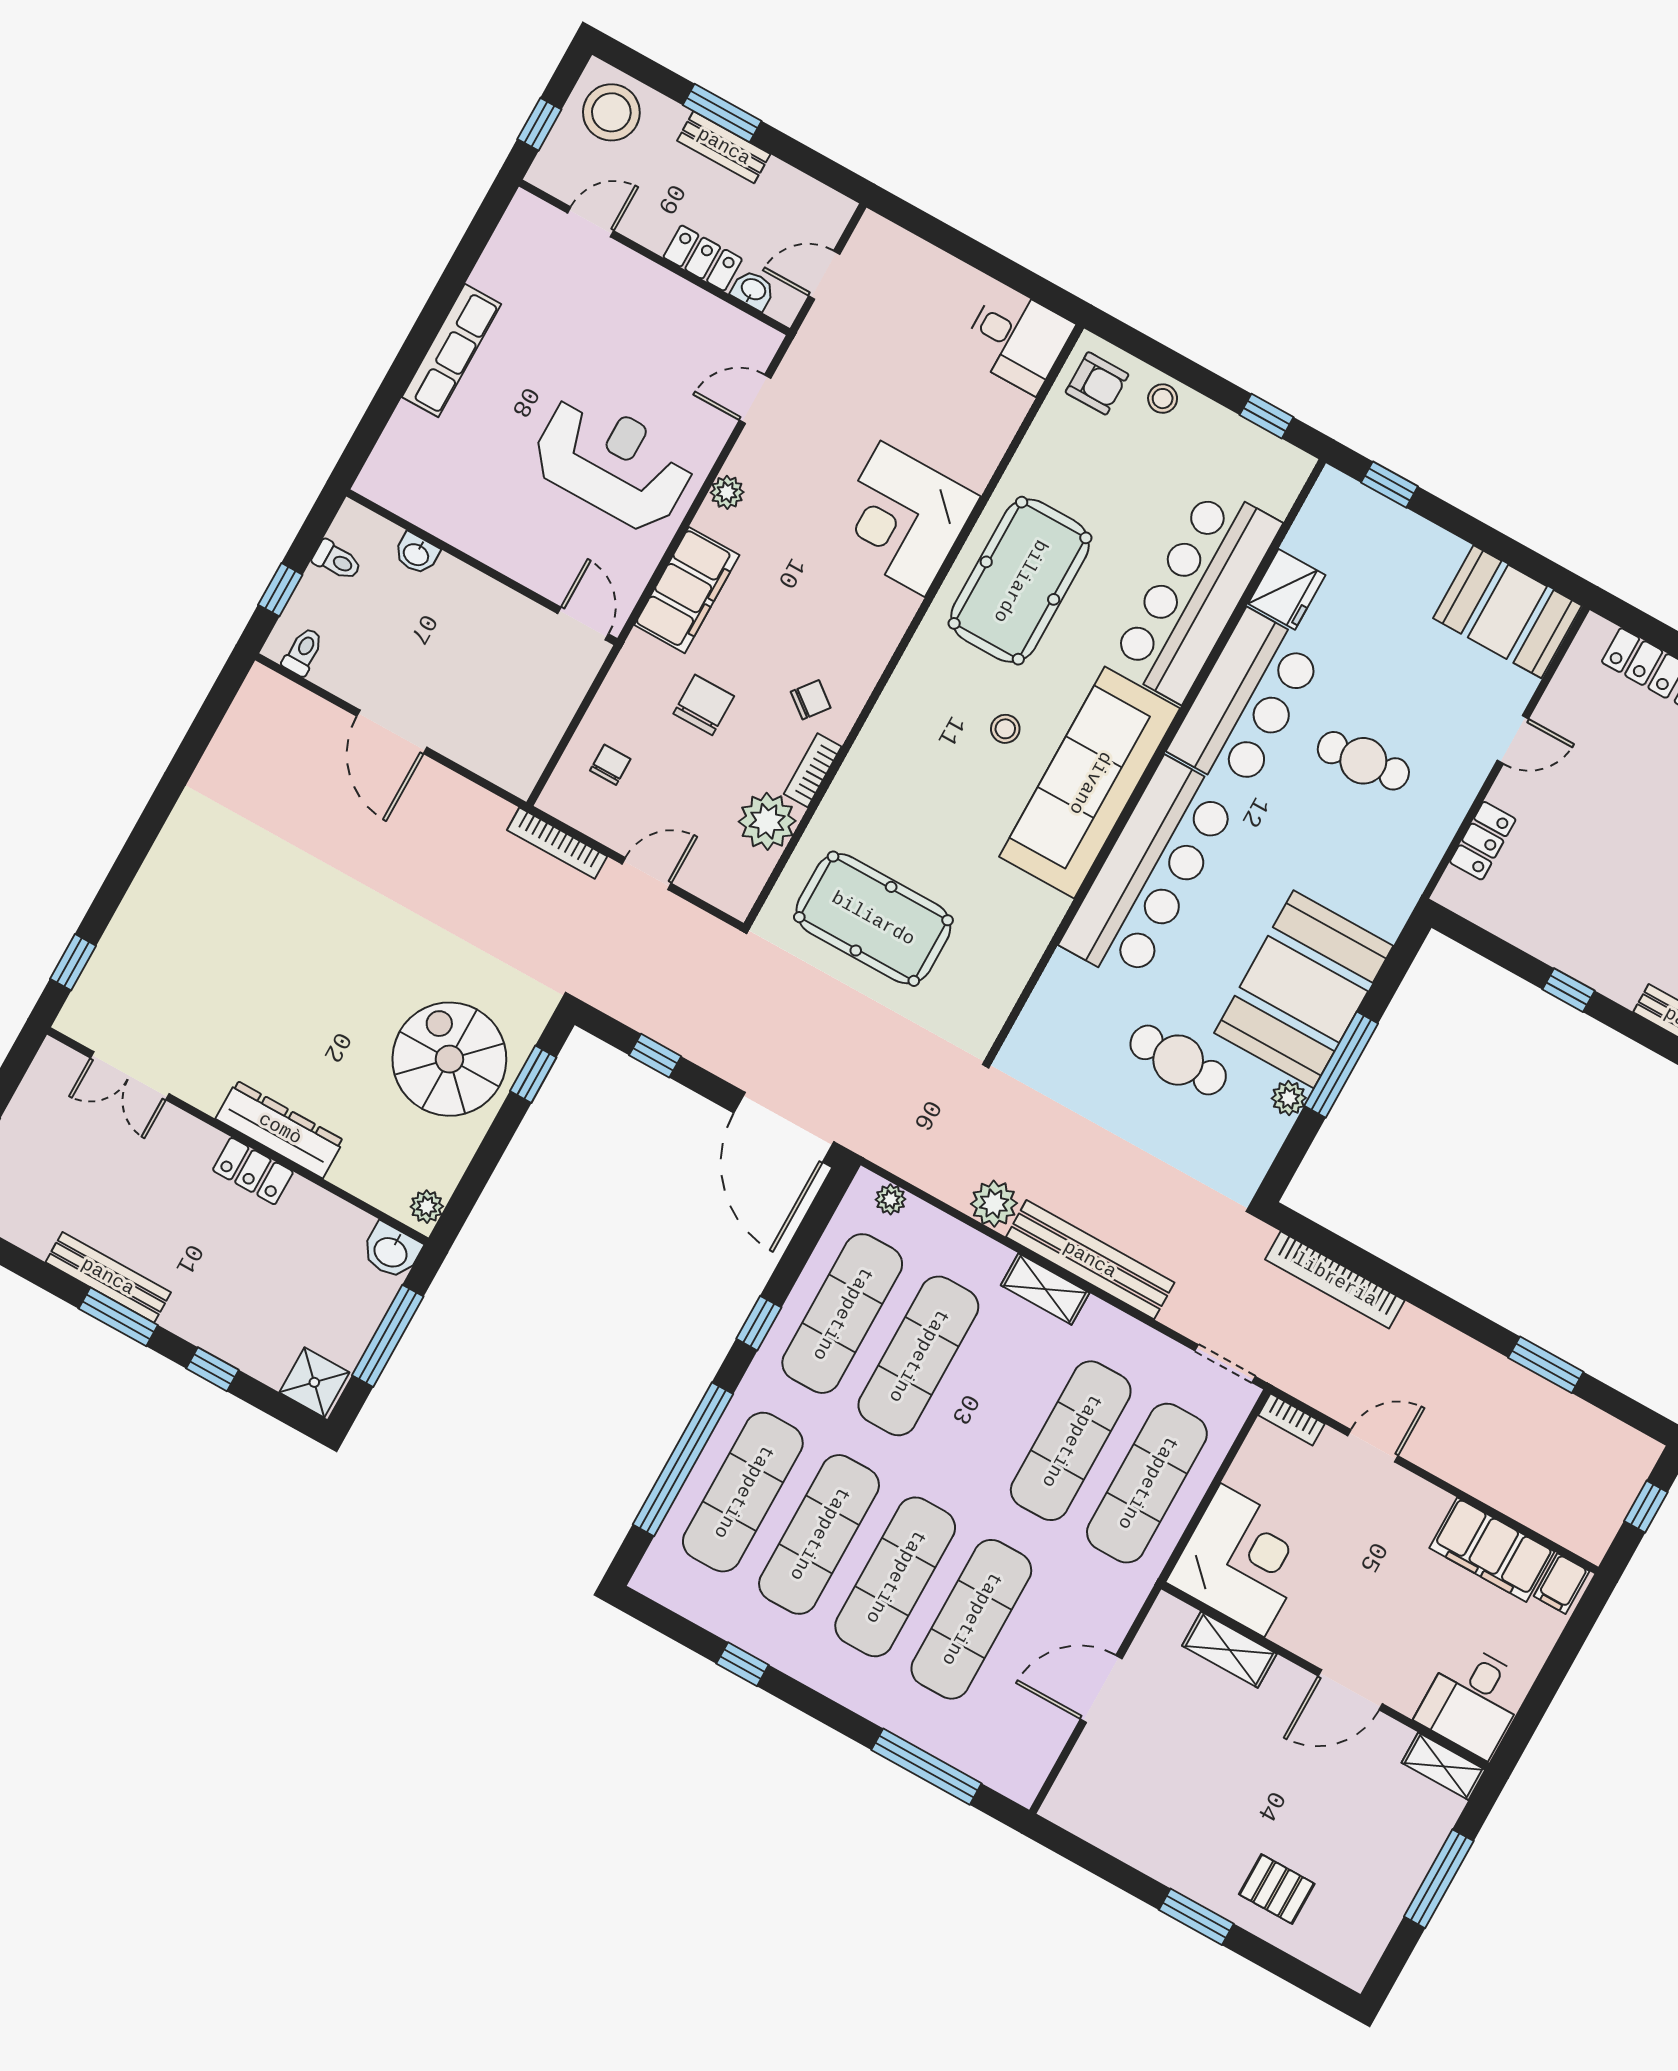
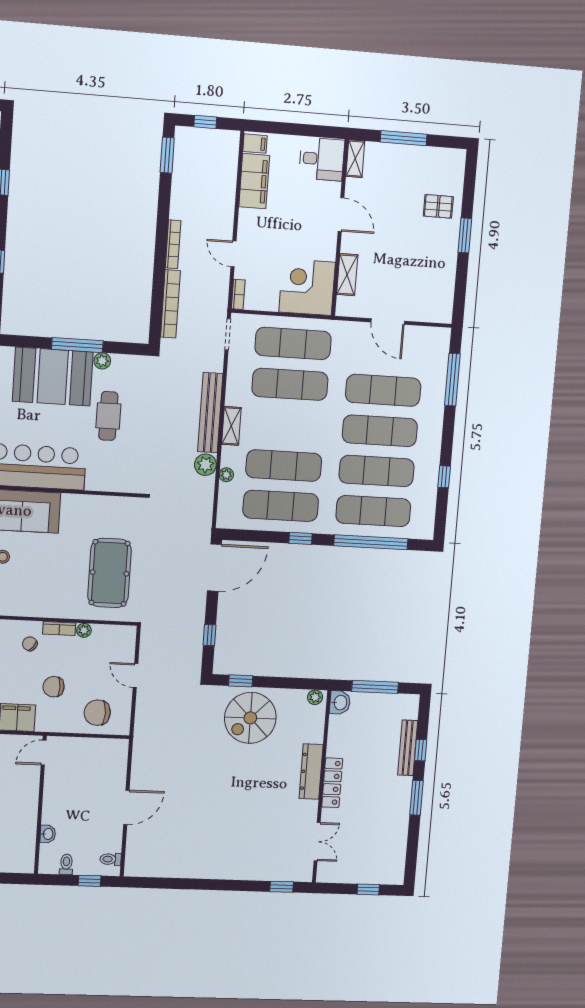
chair: (610, 765) -> (97, 713), width x1.87, depth x1.87
plant: (767, 821) -> (84, 630), width x0.53, depth x0.53
bookcase: (557, 843) -> (173, 244), moved
locker: (253, 1171) -> (332, 783), width x1.53
plant: (890, 1199) -> (226, 475), moved
bench: (108, 1277) -> (408, 748), moved
window: (1546, 1365) -> (167, 155), moved
shower: (314, 1382) -> (407, 707), removed
pallet: (1277, 1889) -> (438, 206), turned 90

